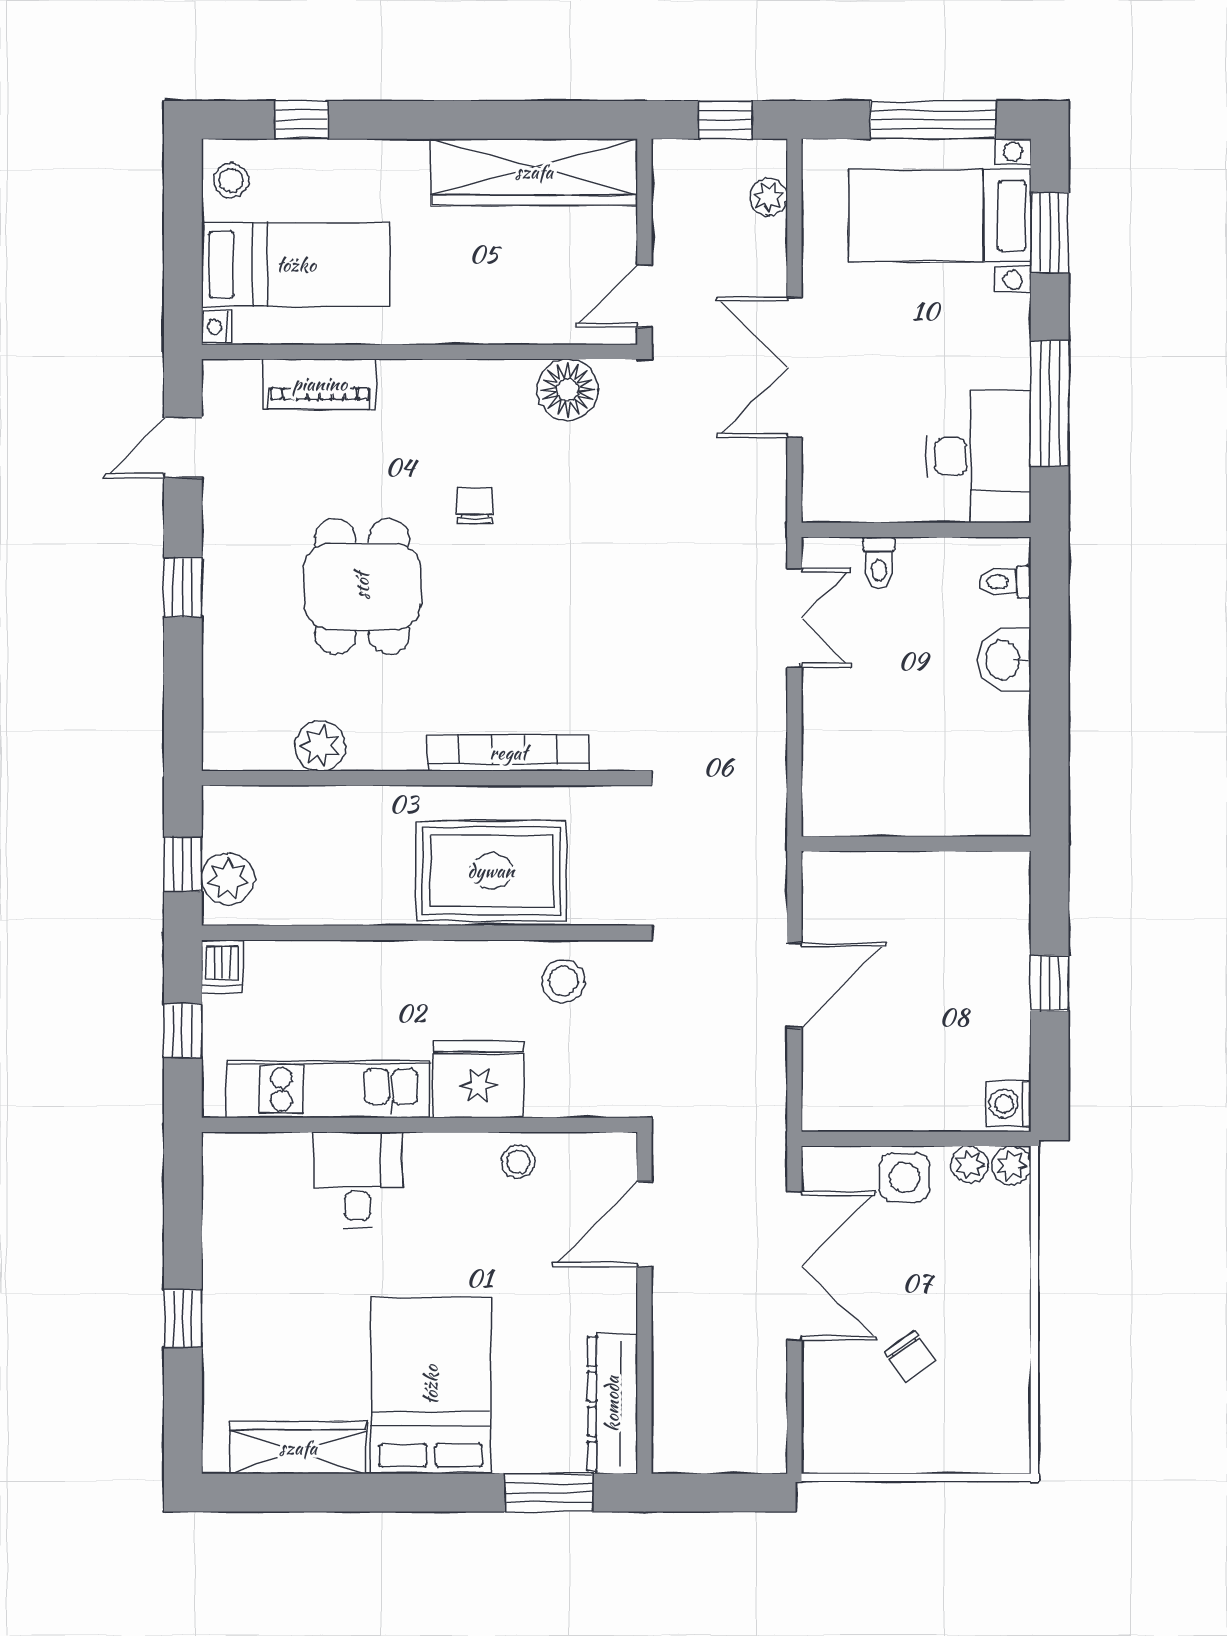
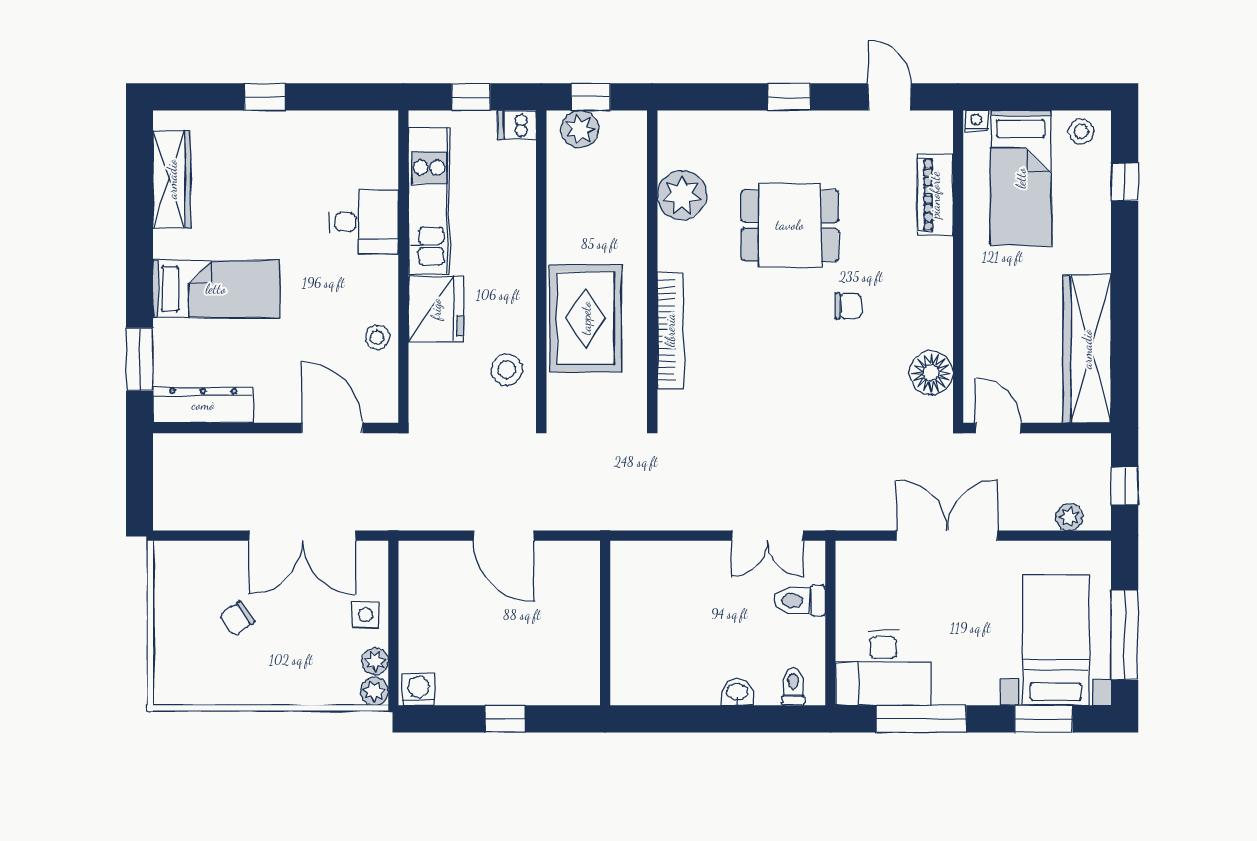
toilet: (879, 563) -> (799, 601), width x1.37, depth x1.39
washbasin: (1004, 660) -> (737, 692), width x0.72, depth x0.69
plant: (320, 746) -> (682, 195), width x1.36, depth x1.36
side table: (905, 1177) -> (366, 615), width x0.73, depth x0.73
bed: (431, 1385) -> (216, 289), width x0.67

